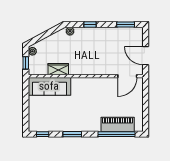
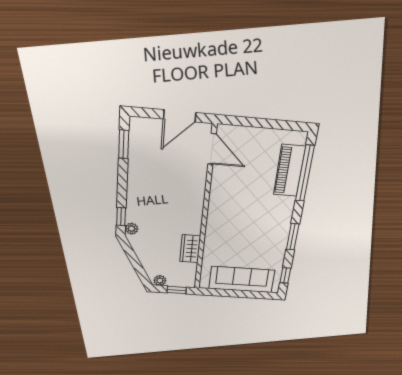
window: (90, 24) -> (121, 217), moved
sofa: (49, 86) -> (242, 279), moved, turned -90

